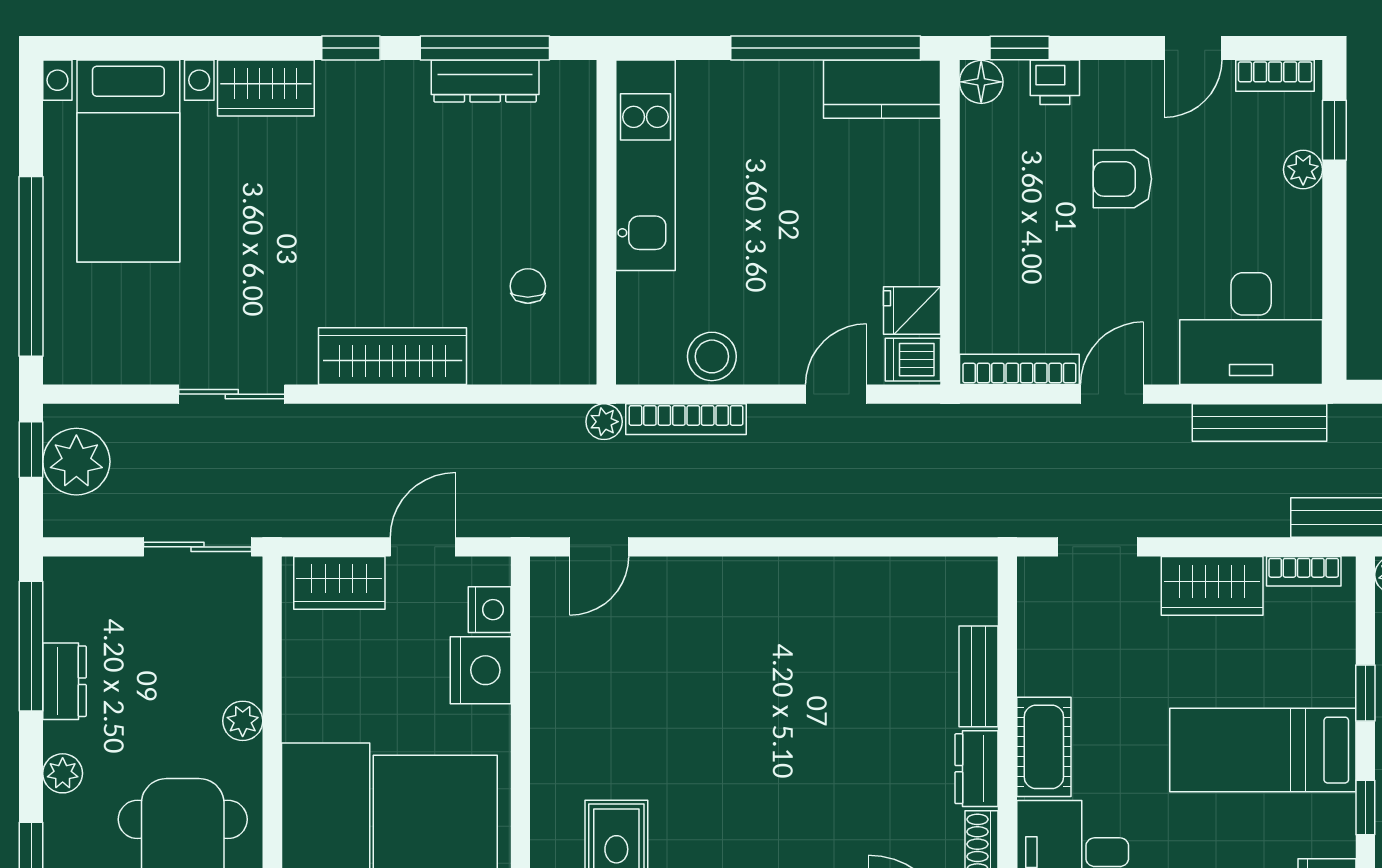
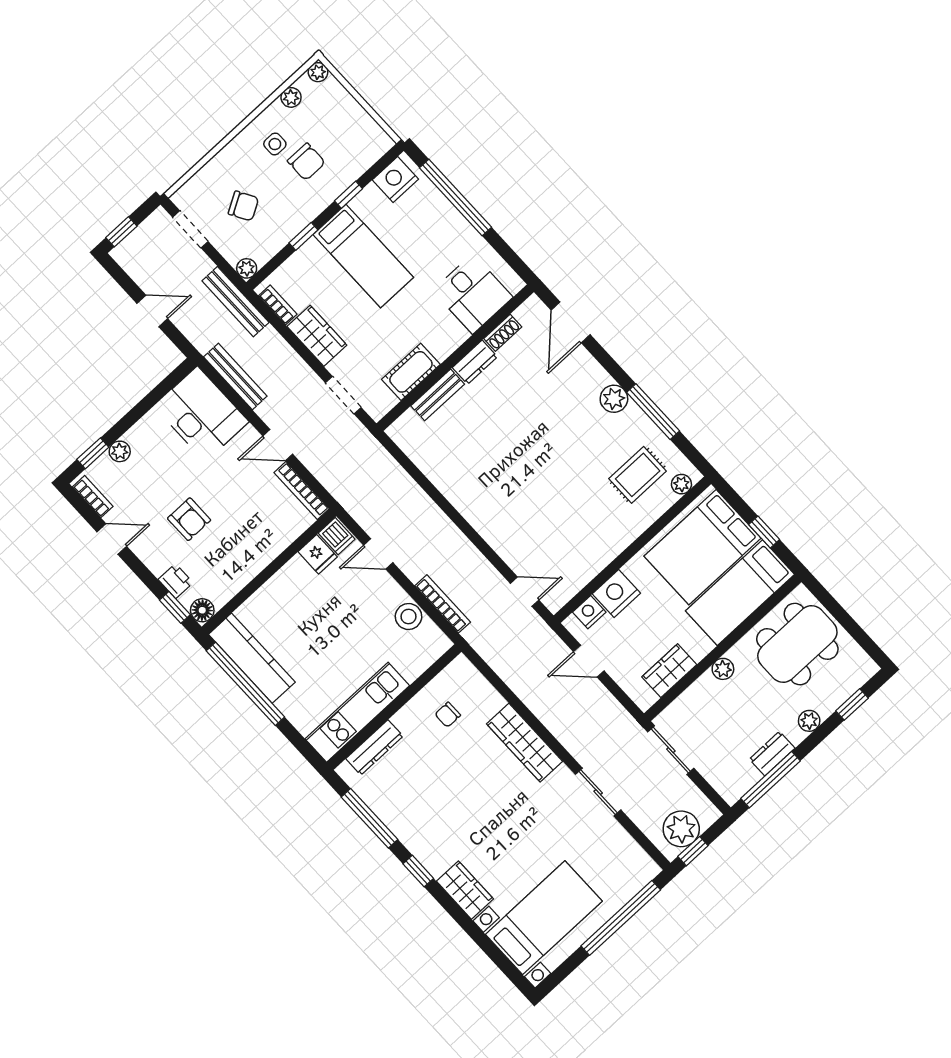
dresser: (485, 81) -> (374, 747), moved, turned 90
kitchen counter: (882, 89) -> (252, 658), width x1.50
plant: (604, 422) -> (473, 635), removed
wardrobe: (339, 583) -> (669, 671), moved, turned -90
cot: (1044, 747) -> (411, 372), moved

